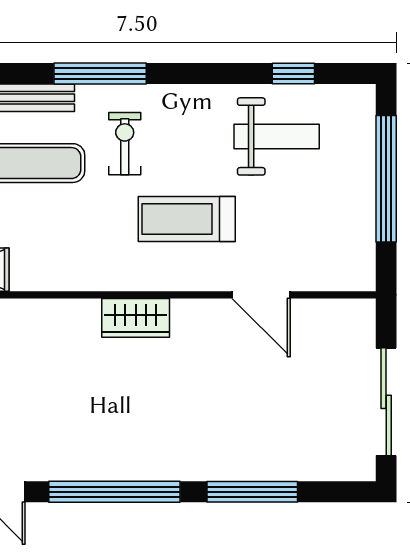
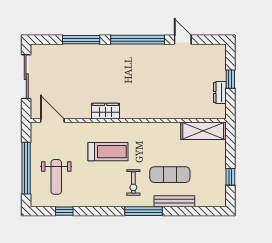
weight bench: (277, 136) -> (56, 177), moved, turned -90
door: (261, 295) -> (52, 121), moved
wardrobe: (136, 318) -> (106, 111), moved

